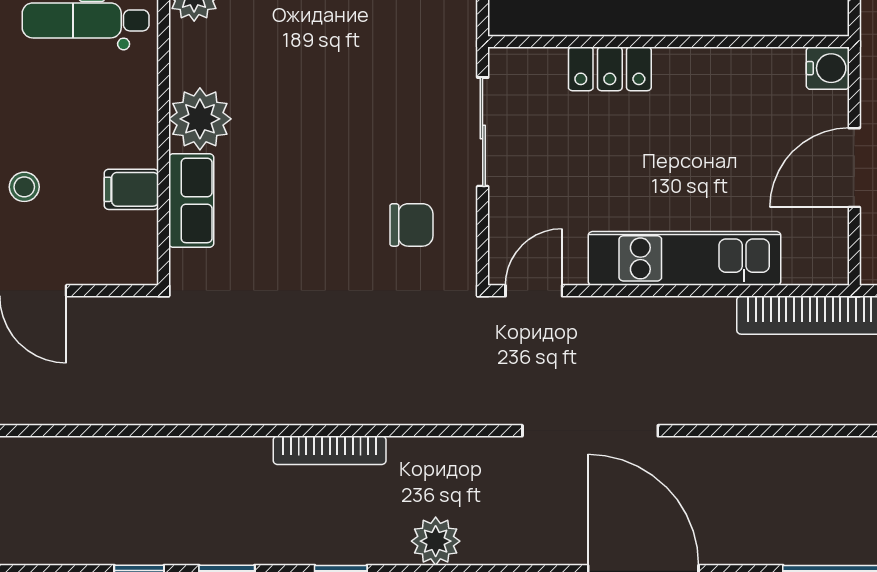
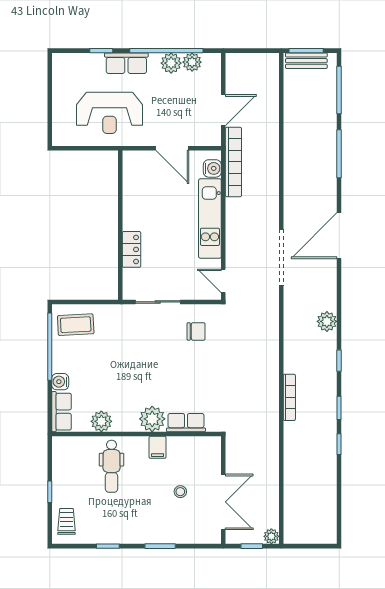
water cooler: (828, 68) -> (212, 168), moved, turned 90
filing cabinet: (131, 189) -> (158, 447), moved
chair: (411, 225) -> (196, 331), turned 90
bookcase: (330, 450) -> (289, 397), moved

